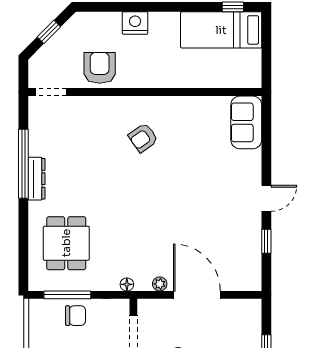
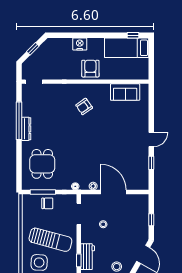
armchair: (100, 68) -> (90, 69), moved
sofa: (246, 122) -> (125, 92), moved, turned -90

